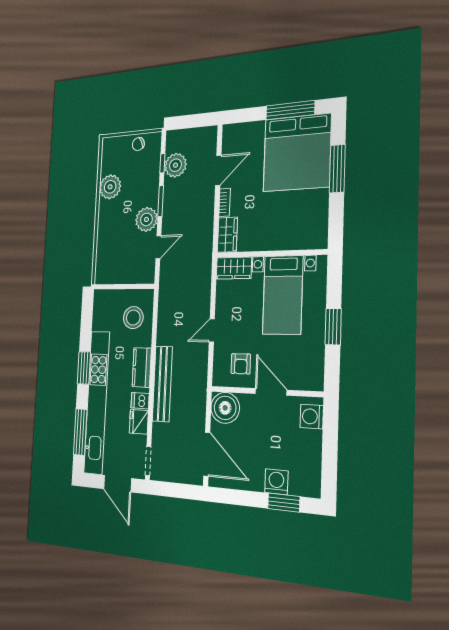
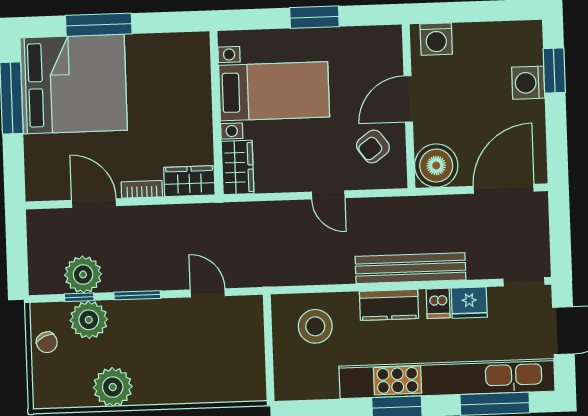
plant: (146, 219) -> (89, 320), moved
armchair: (241, 364) -> (373, 146), turned 144

